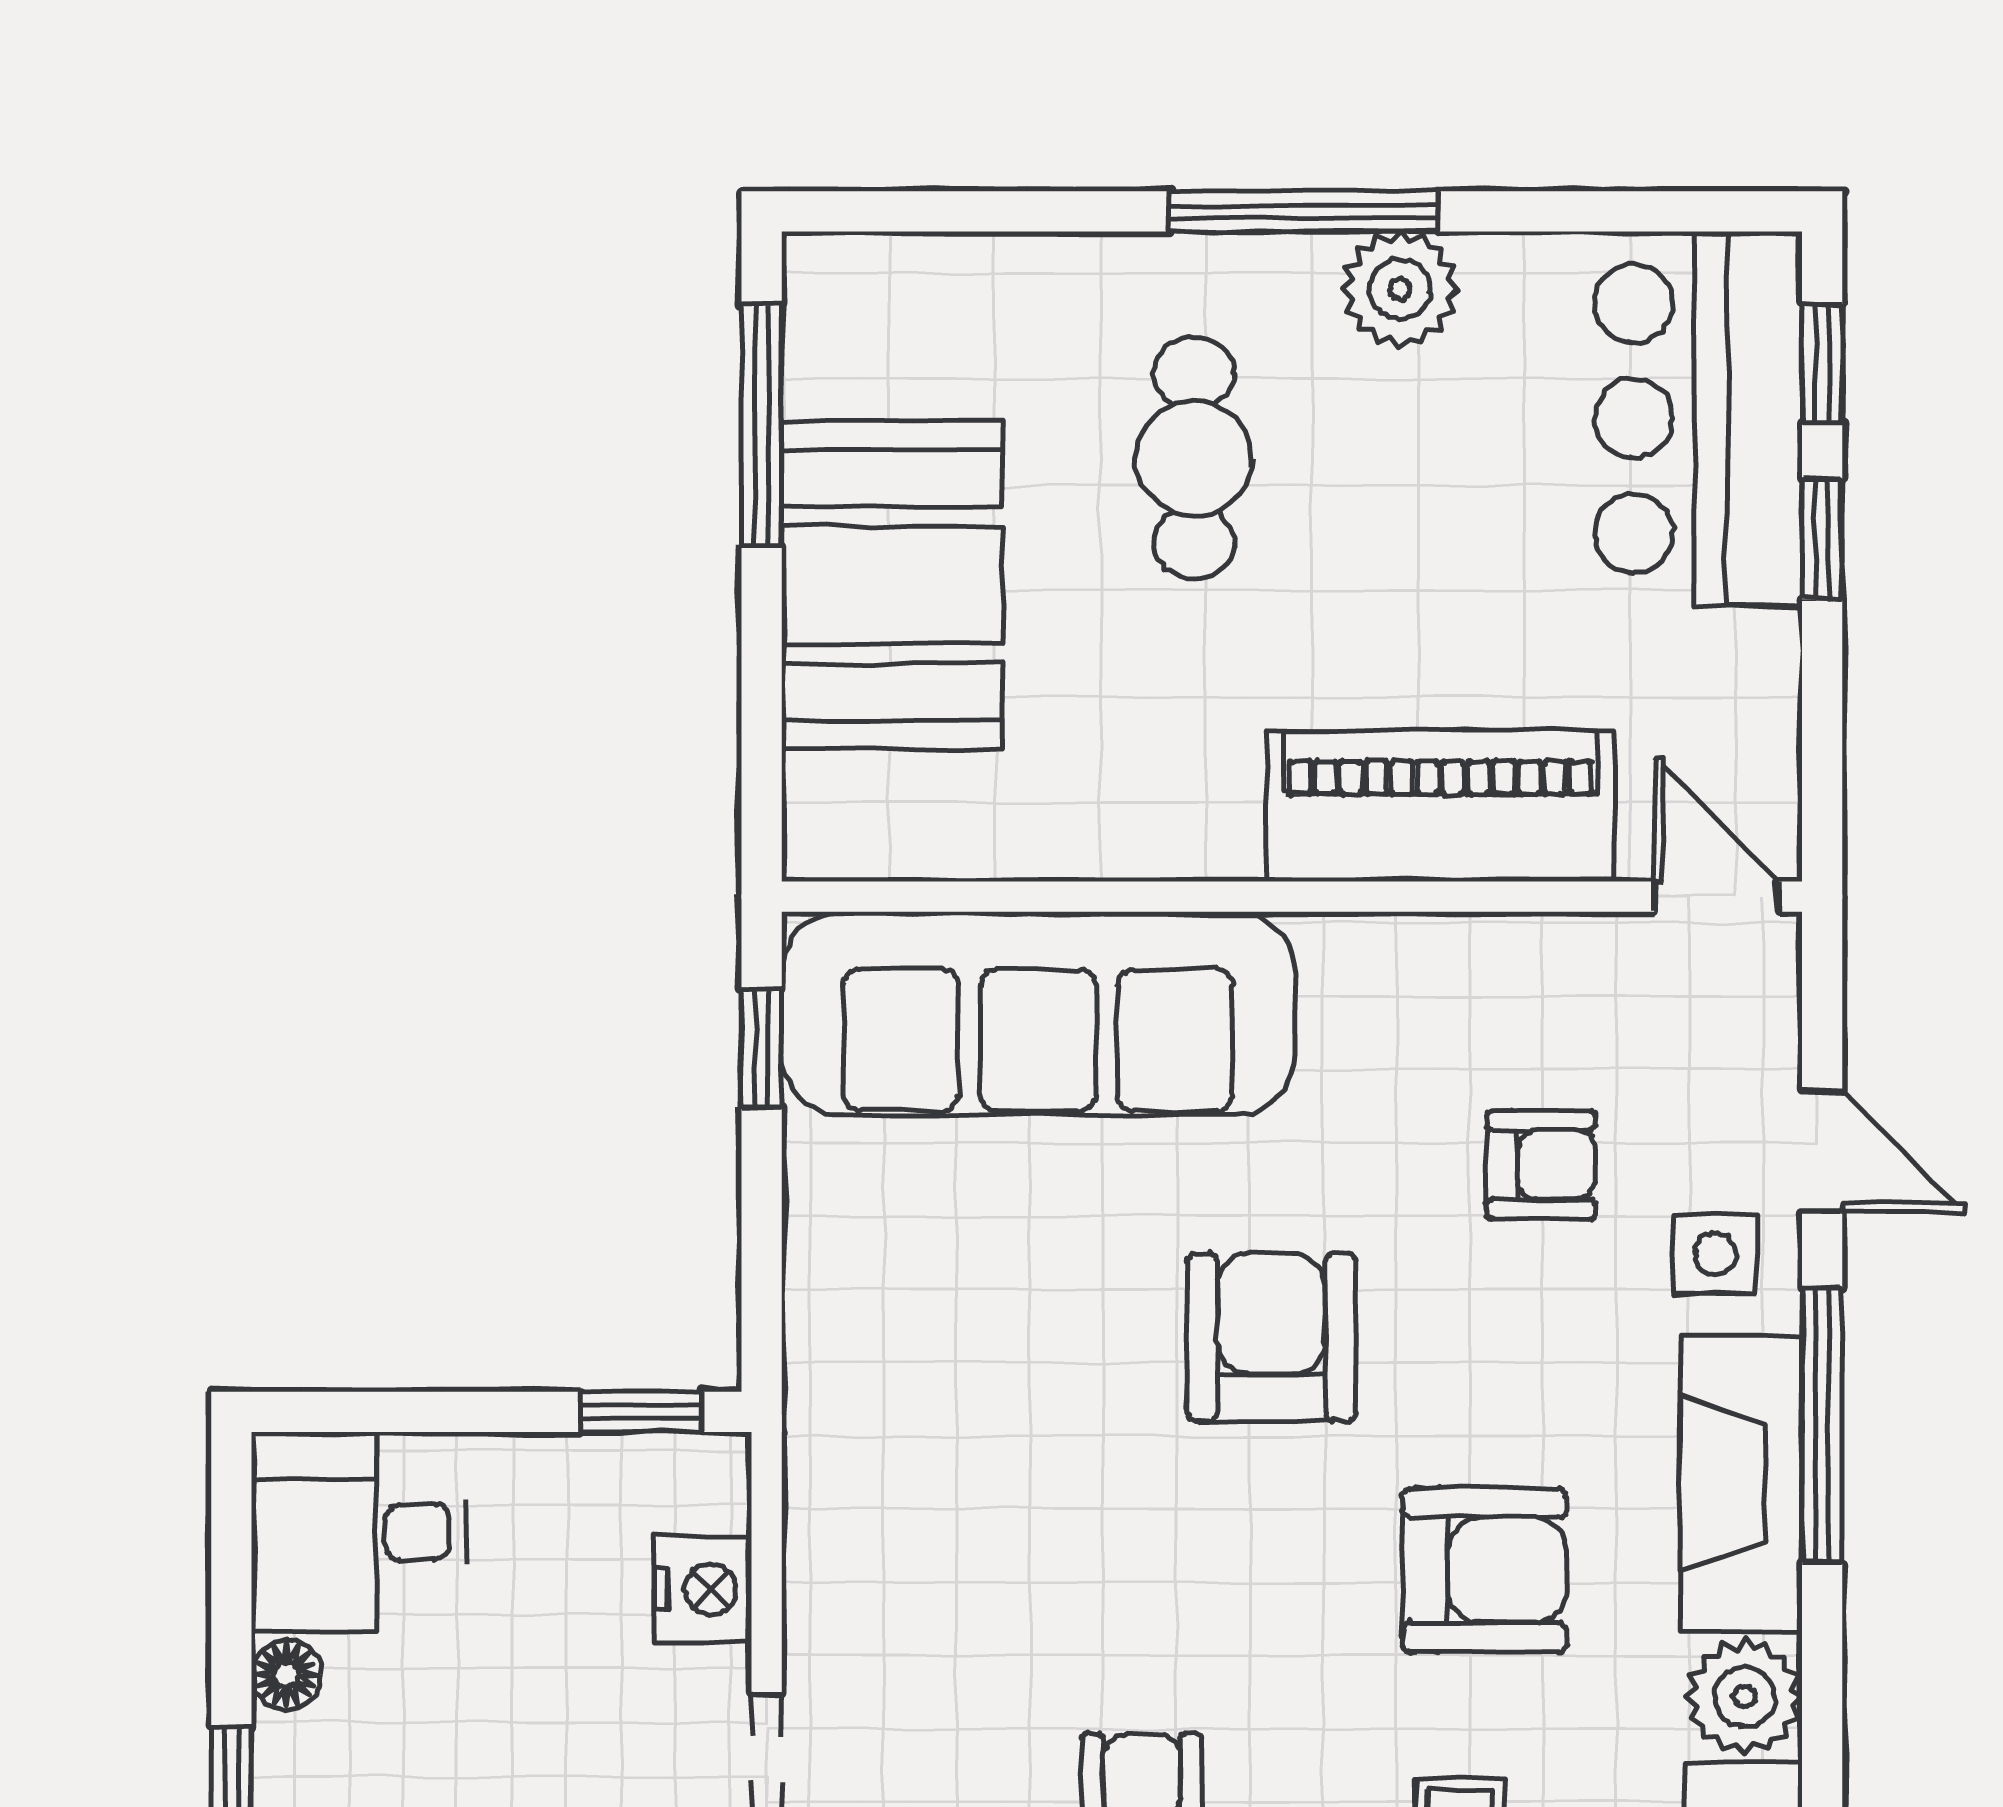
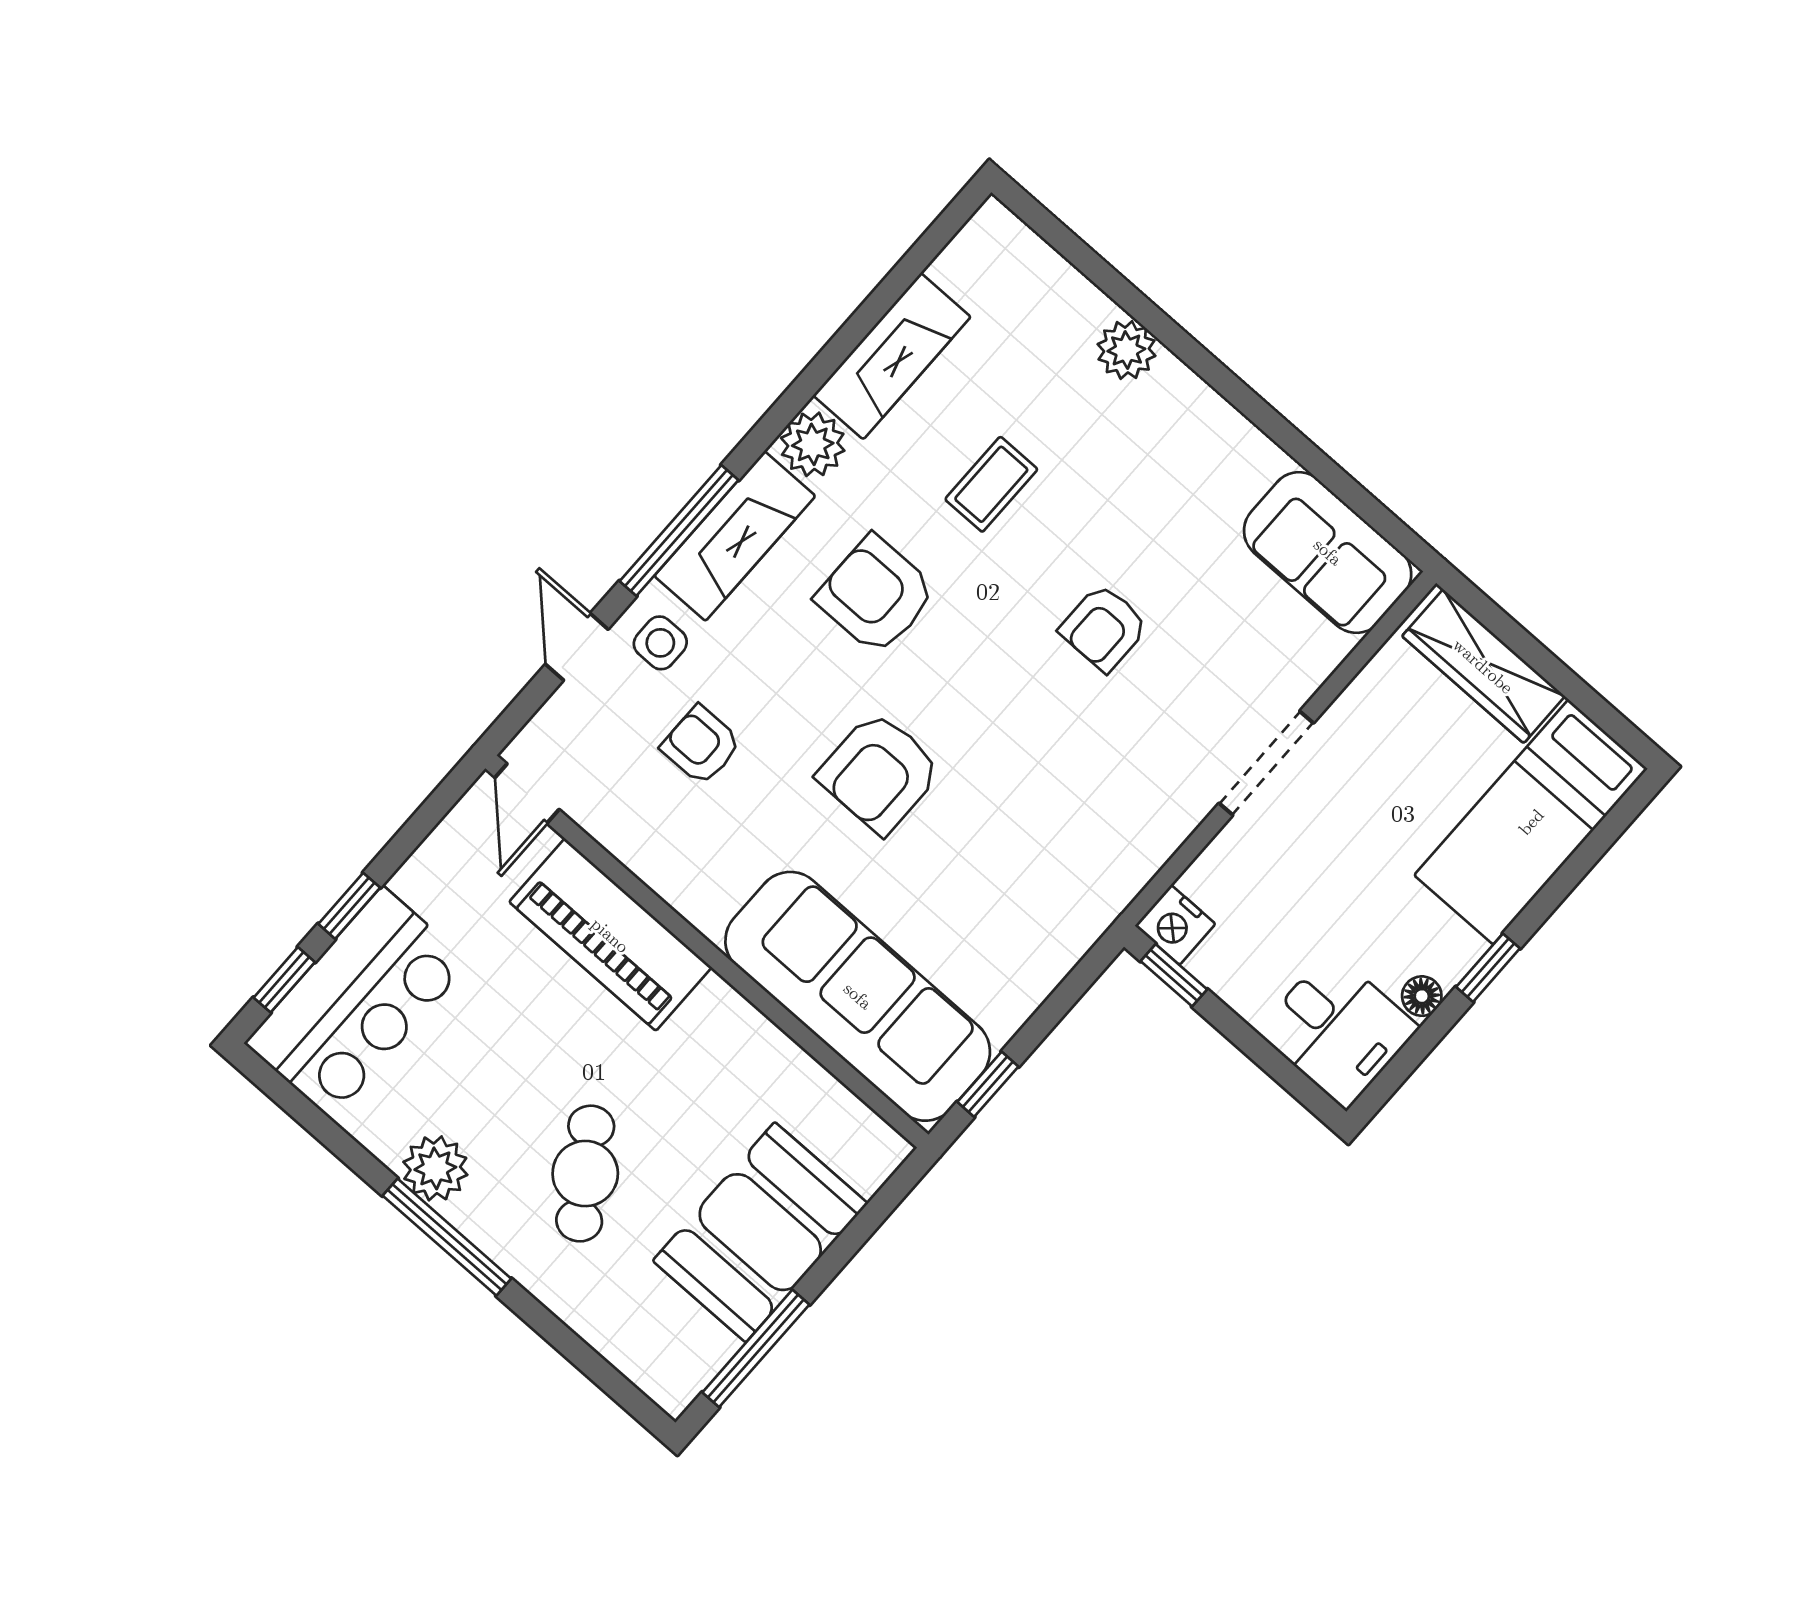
cafe table: (1194, 458) -> (585, 1174), turned -34
nightstand: (703, 1589) -> (1175, 925), moved, turned -90

